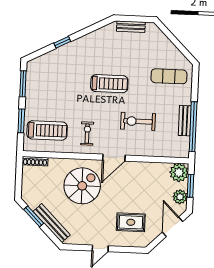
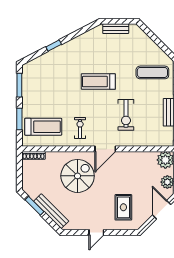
treadmill: (109, 84) -> (98, 82), turned 180
exercise bike: (138, 121) -> (126, 115), turned -90
rug: (131, 222) -> (123, 207), turned 90

